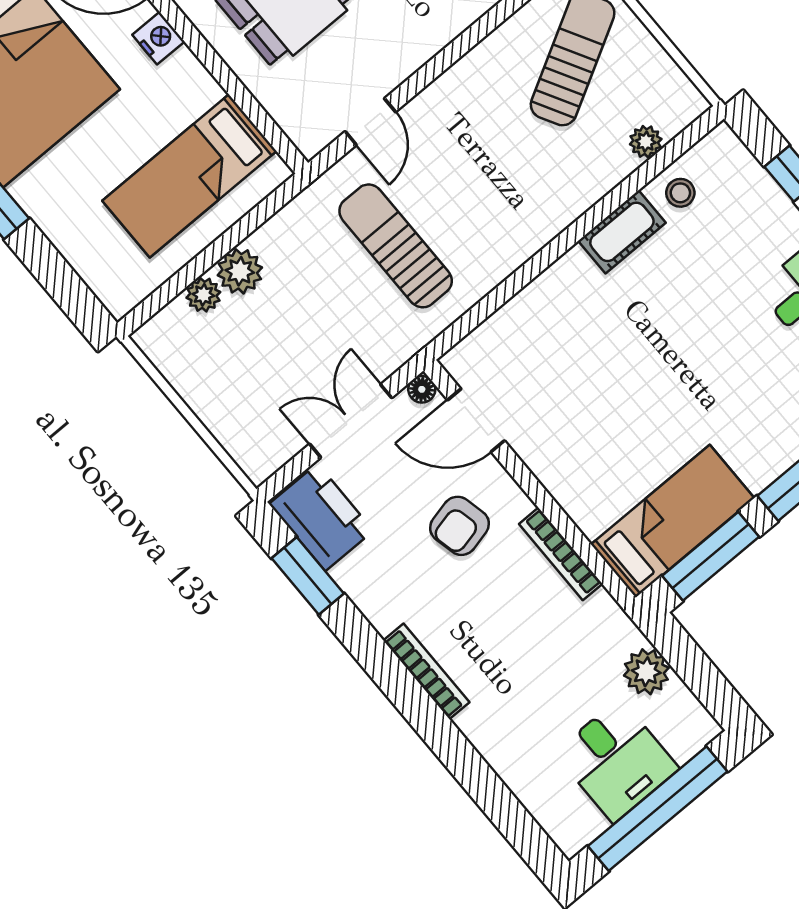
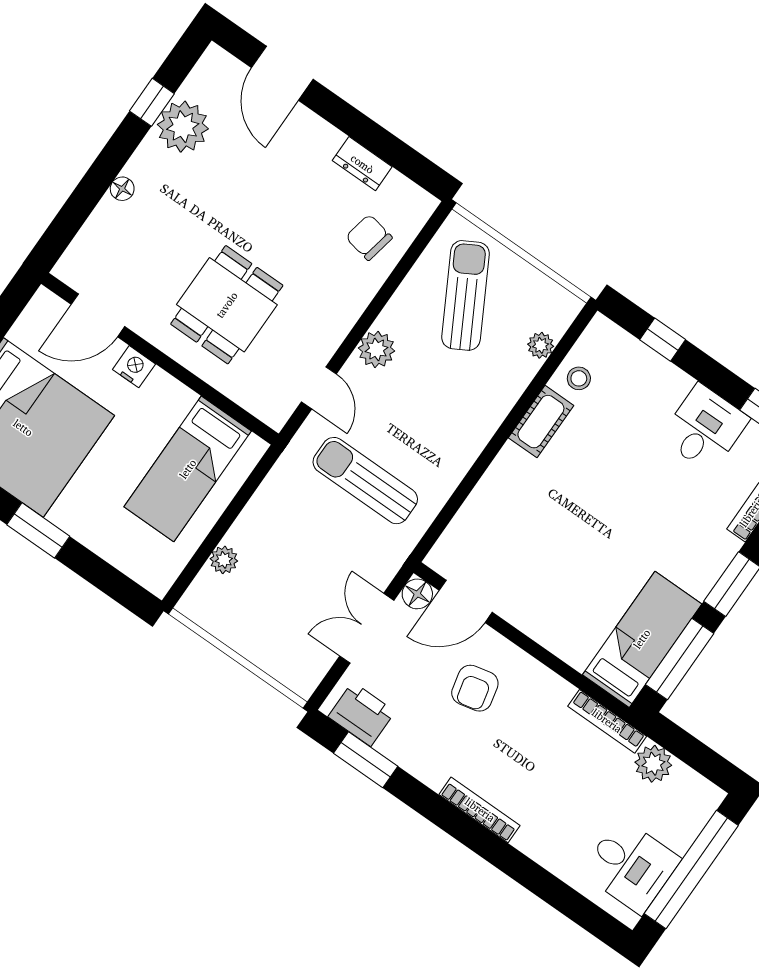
plant: (240, 271) -> (377, 349), moved
floor lamp: (422, 389) -> (417, 594), width x1.37, depth x1.37
printer: (321, 517) -> (362, 714), width x0.73, depth x0.84
bookcase: (561, 554) -> (607, 721), moved
desk: (616, 761) -> (631, 866), moved

